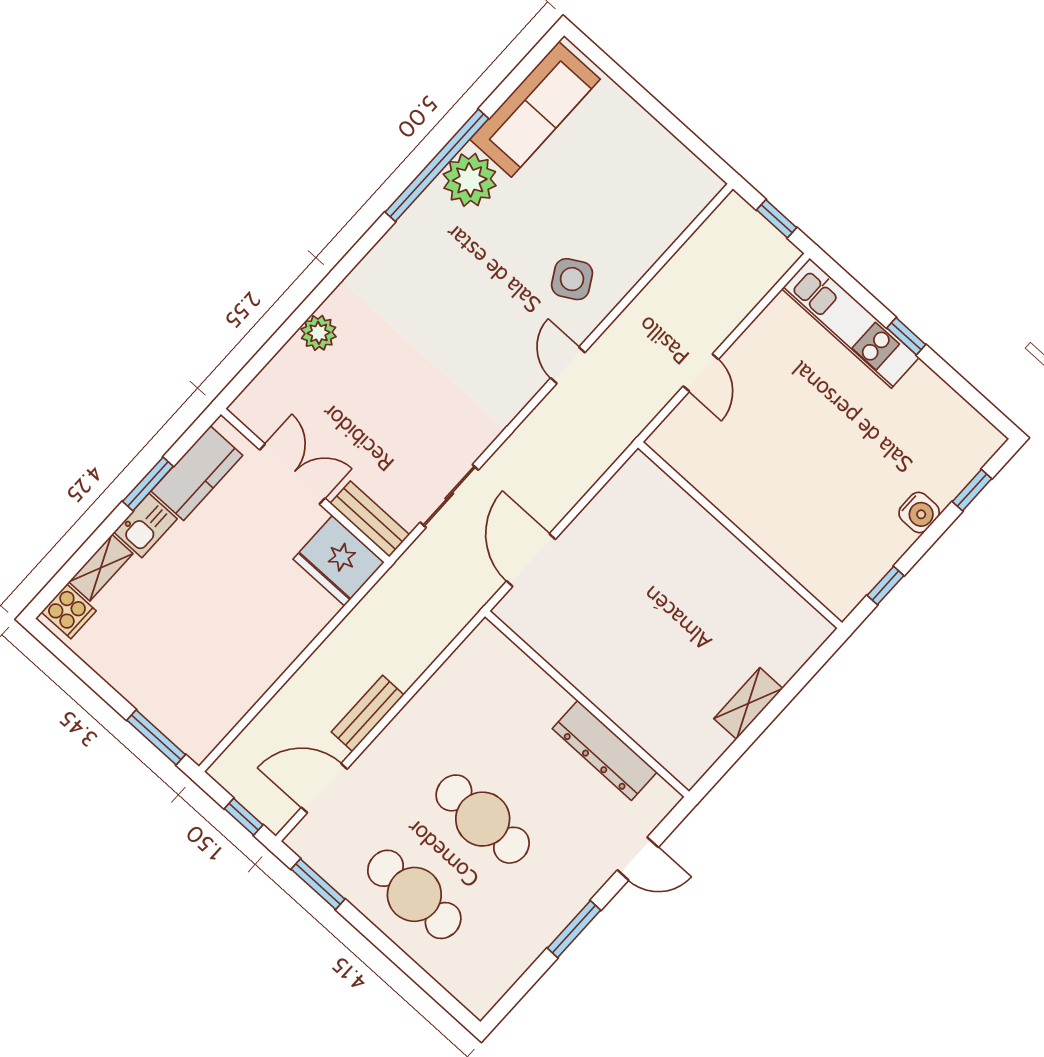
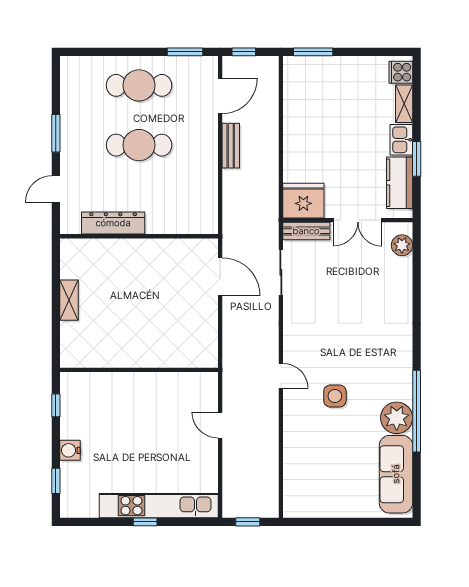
side table: (572, 279) -> (335, 396), moved, turned 30
kitchen unit: (851, 323) -> (159, 506), width x1.36
plant: (319, 333) -> (402, 245), moved

